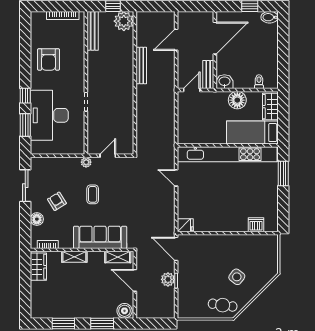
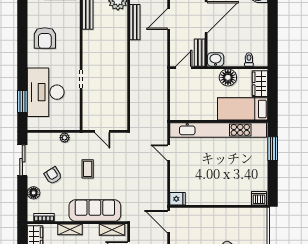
bench: (141, 65) -> (135, 22), moved
window: (25, 96) -> (22, 73), removed
door: (108, 156) -> (102, 131), swing flipped
plant: (86, 162) -> (65, 138), moved
dishwasher: (256, 225) -> (259, 198), moved

